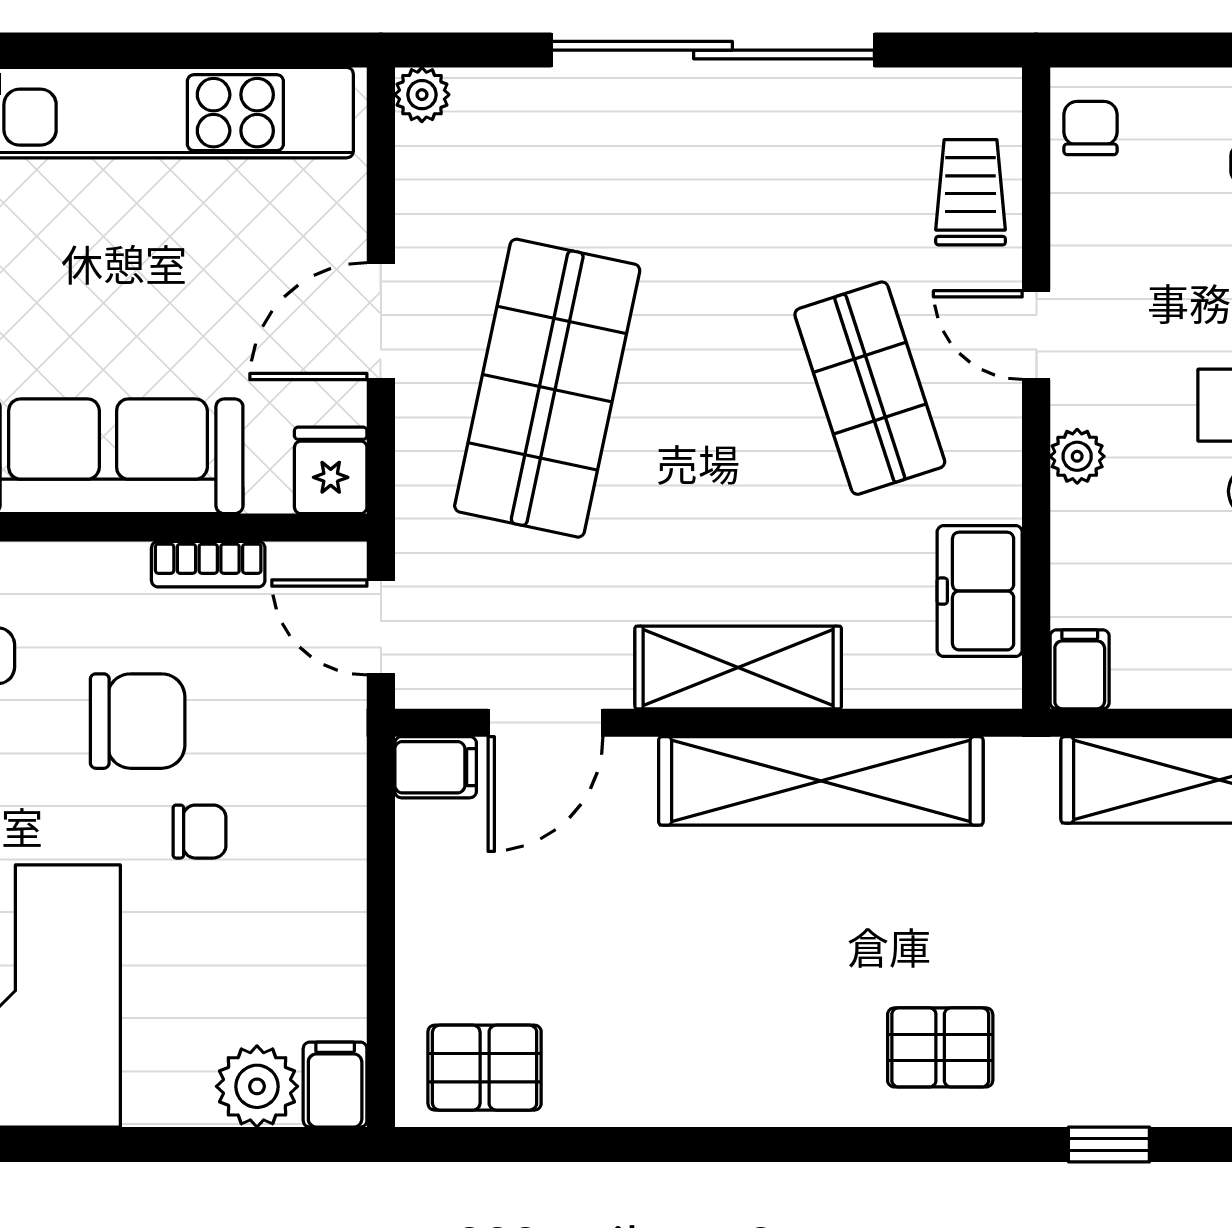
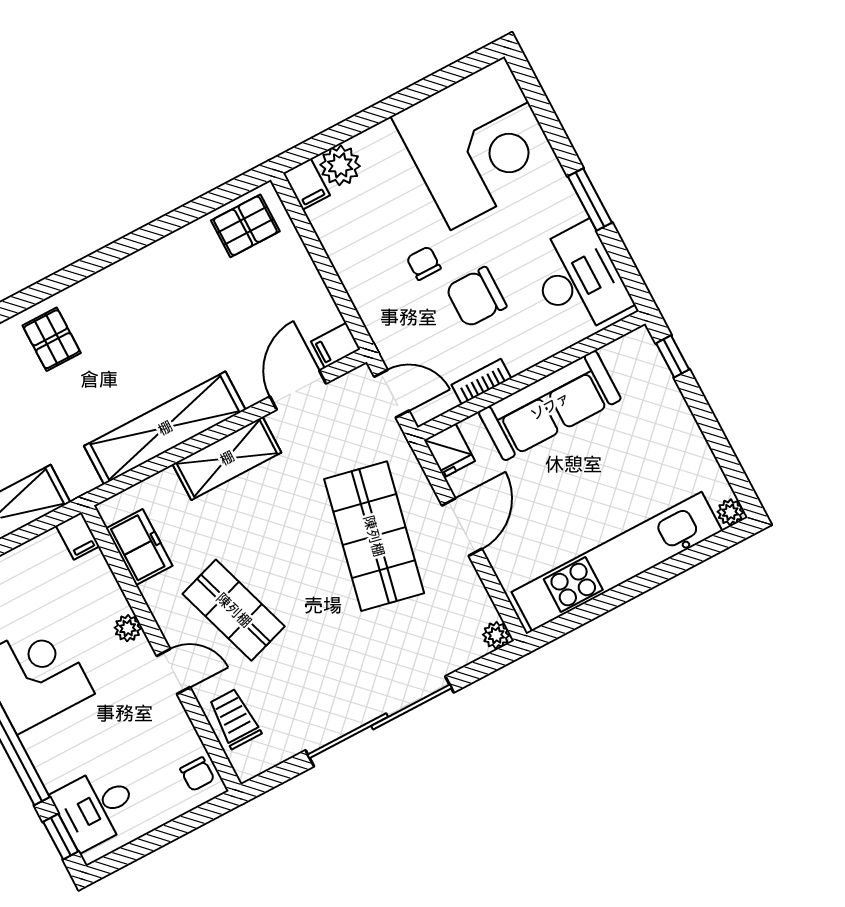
trolley: (971, 192) -> (235, 719), turned 180
chair: (200, 832) -> (424, 263), turned 90
pallet: (940, 1047) -> (52, 339), turned 90

